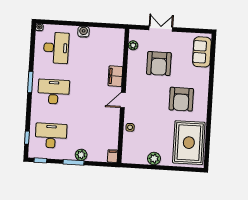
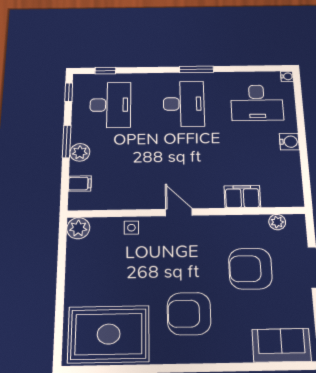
filing cabinet: (115, 76) -> (242, 197), moved
filing cabinet: (113, 156) -> (80, 184), moved
plant: (154, 159) -> (78, 228), moved

